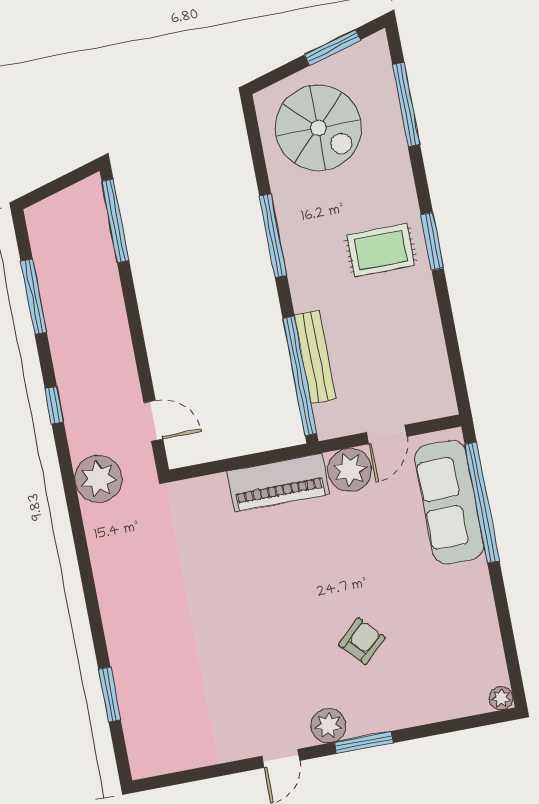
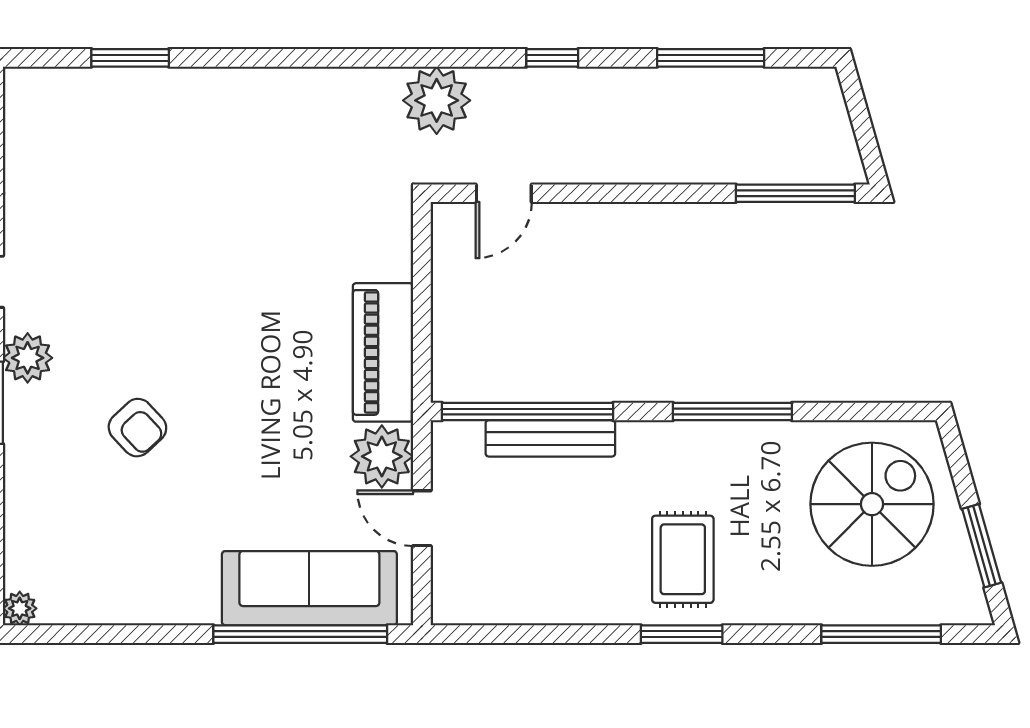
spiral stairs: (318, 128) -> (872, 504), turned 180

